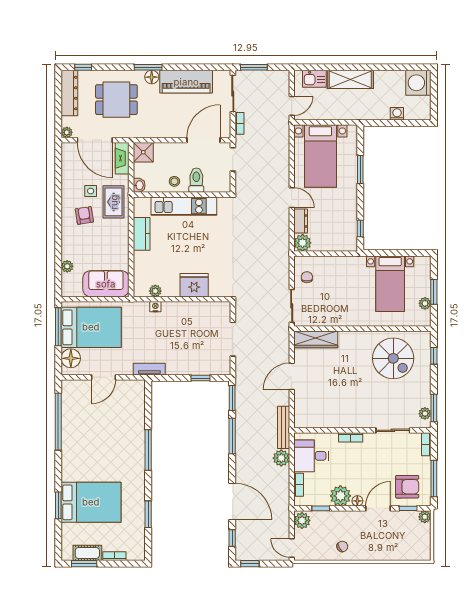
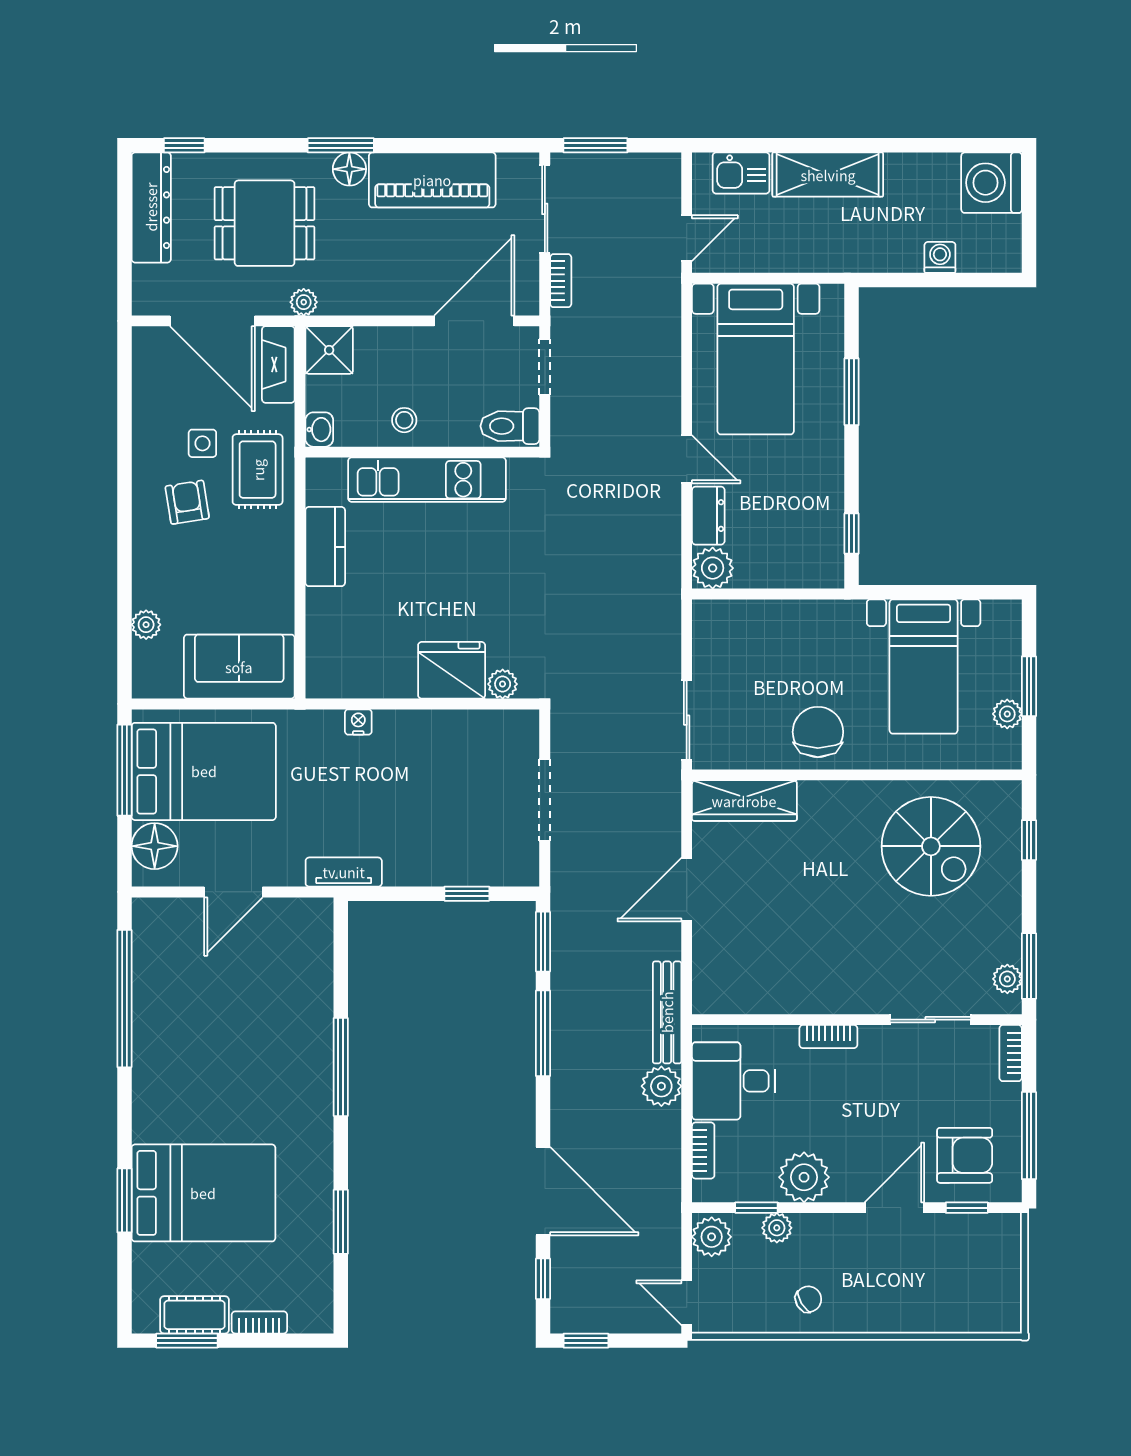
plant: (67, 132) -> (304, 302), moved
toilet: (196, 180) -> (510, 426), moved, turned -90
chair: (307, 277) -> (818, 732), moved, width x1.87, depth x1.87
plant: (155, 291) -> (503, 684), moved
floor lamp: (357, 501) -> (845, 1189), removed
plant: (425, 517) -> (777, 1228), moved

